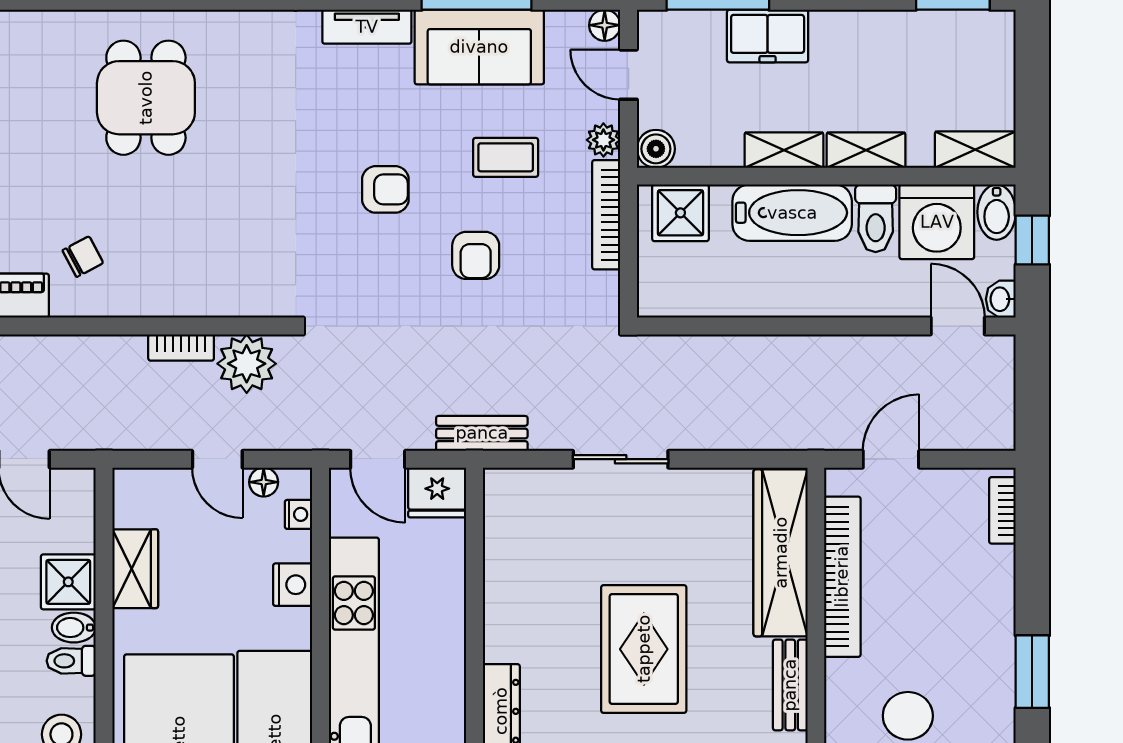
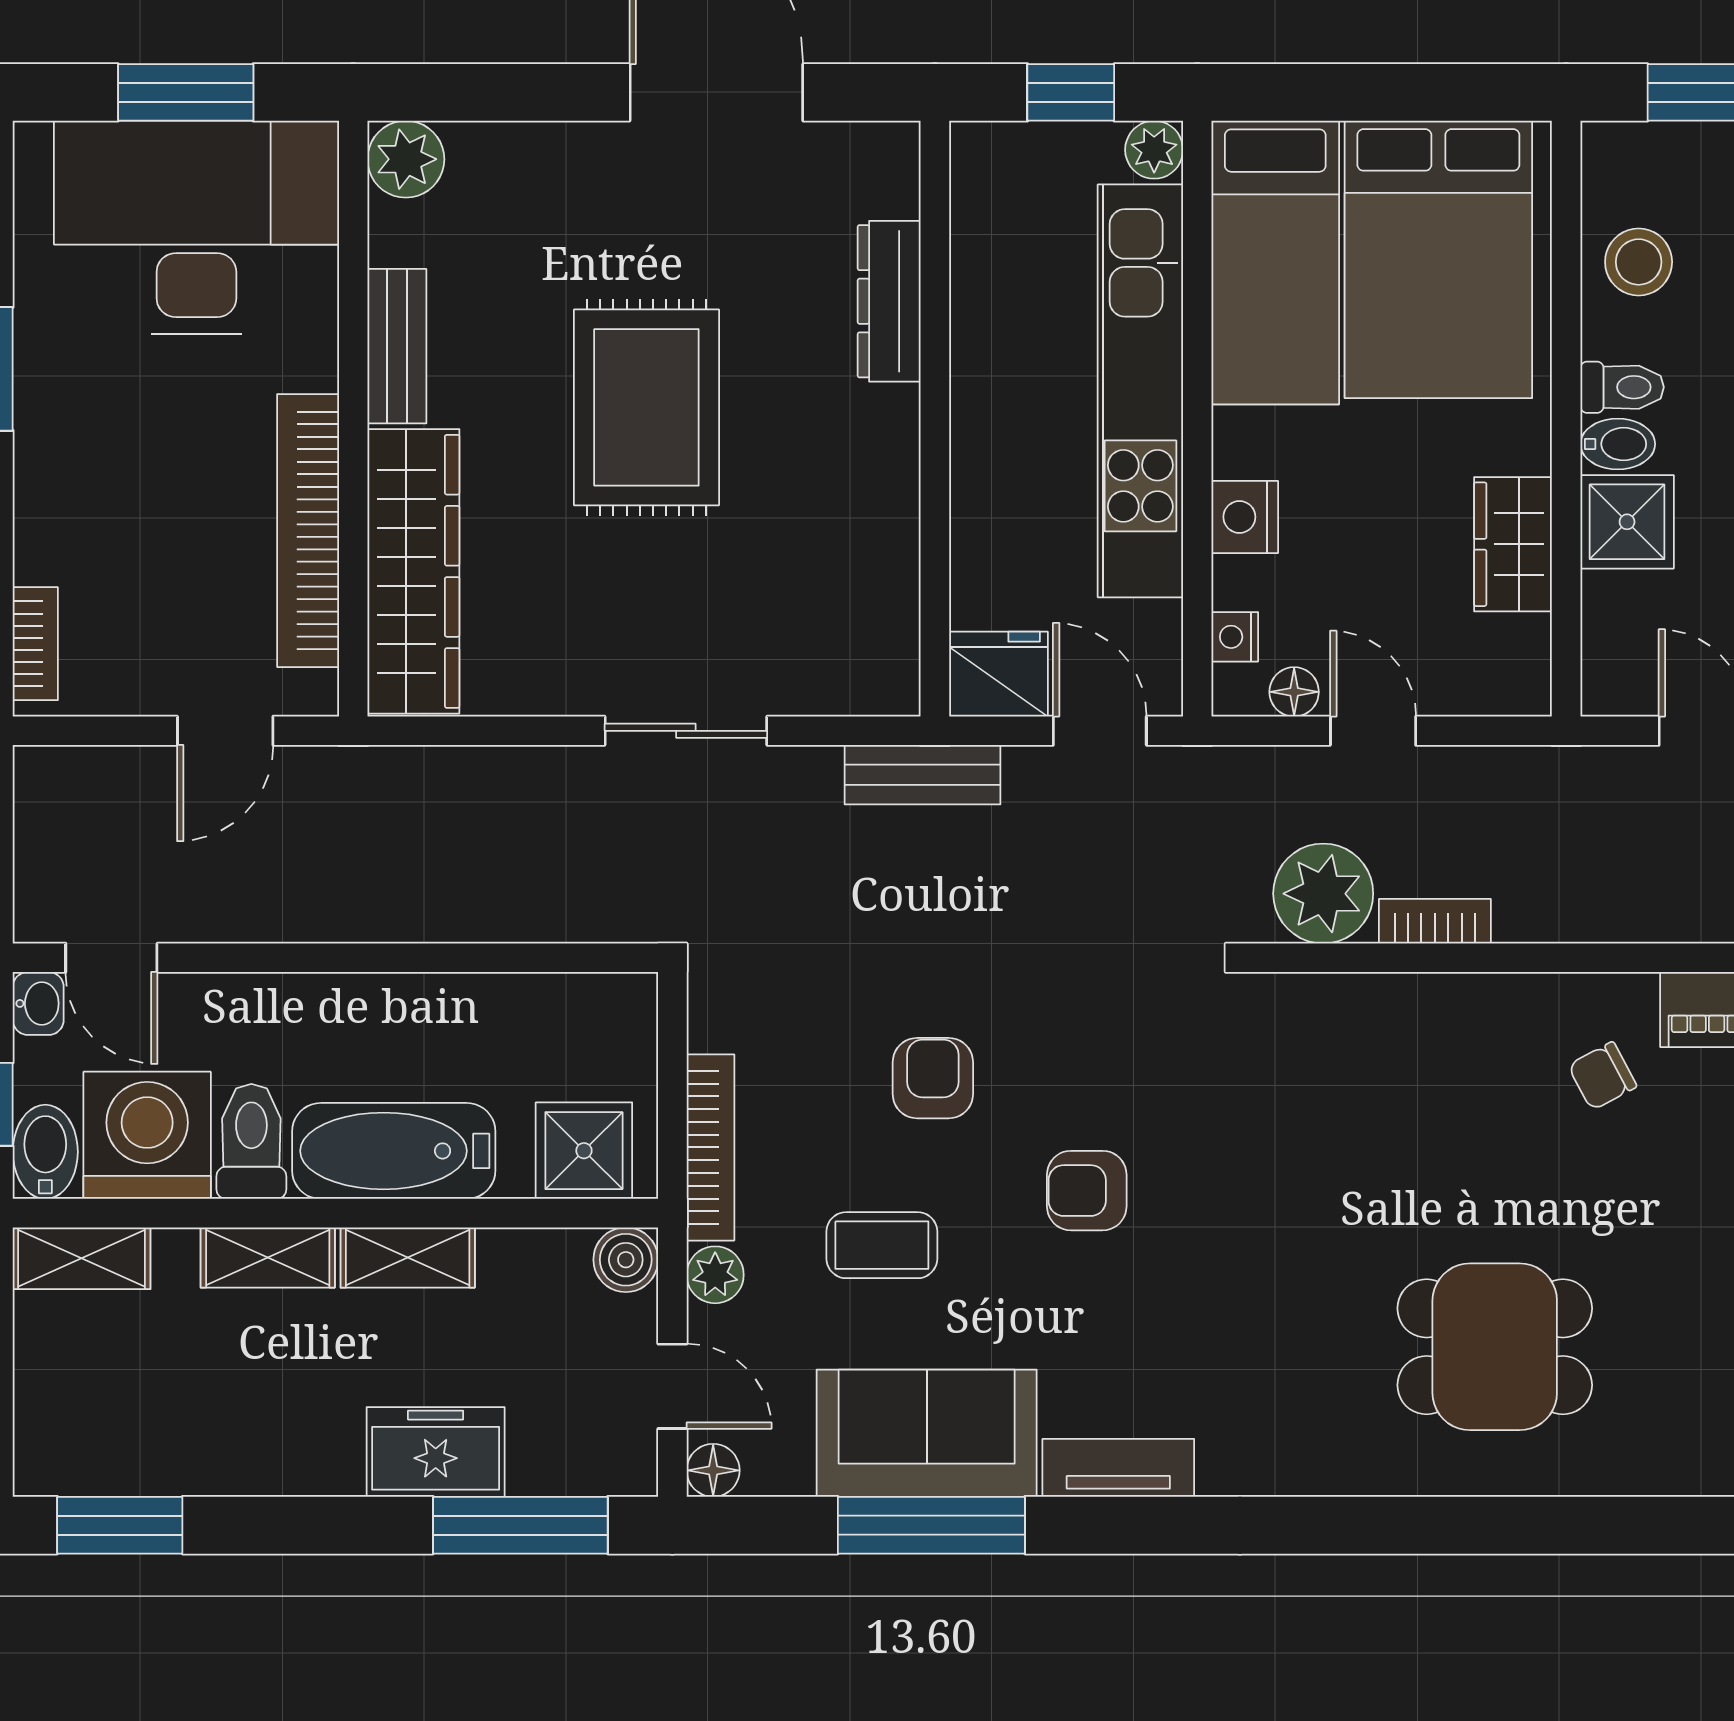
dining table: (146, 98) -> (1495, 1347), turned 90

